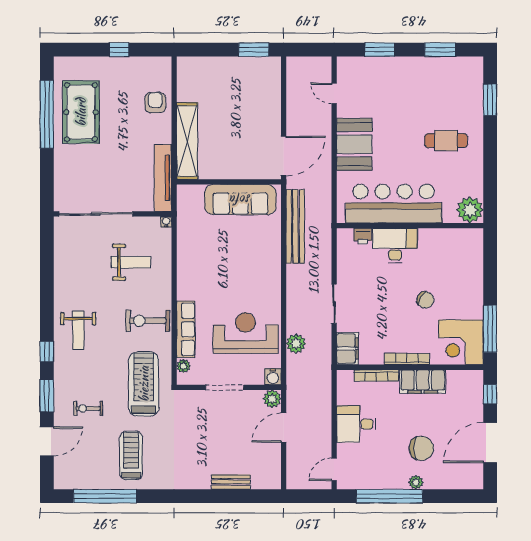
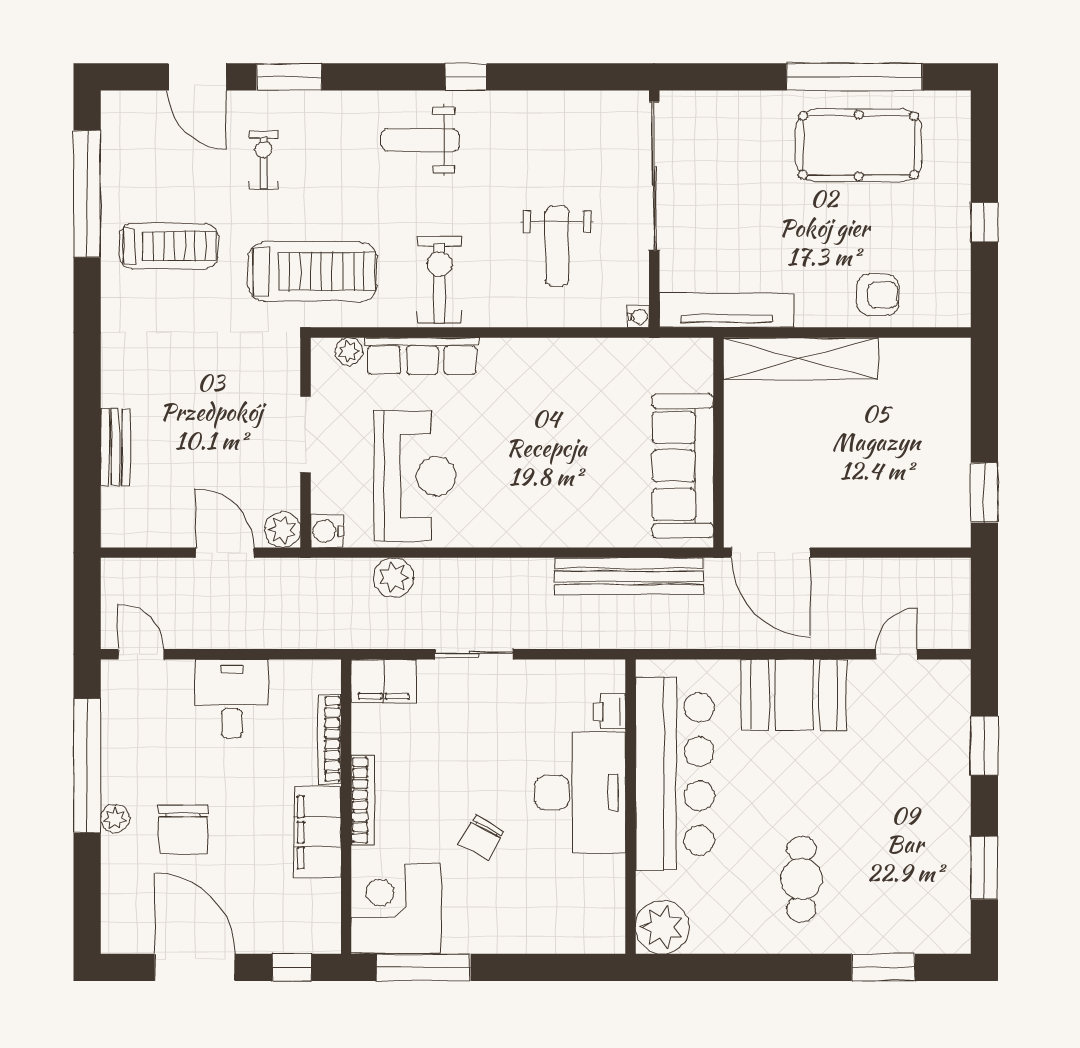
desk: (395, 246) -> (580, 793), width x1.36, depth x1.30
window: (47, 352) -> (466, 77), moved

